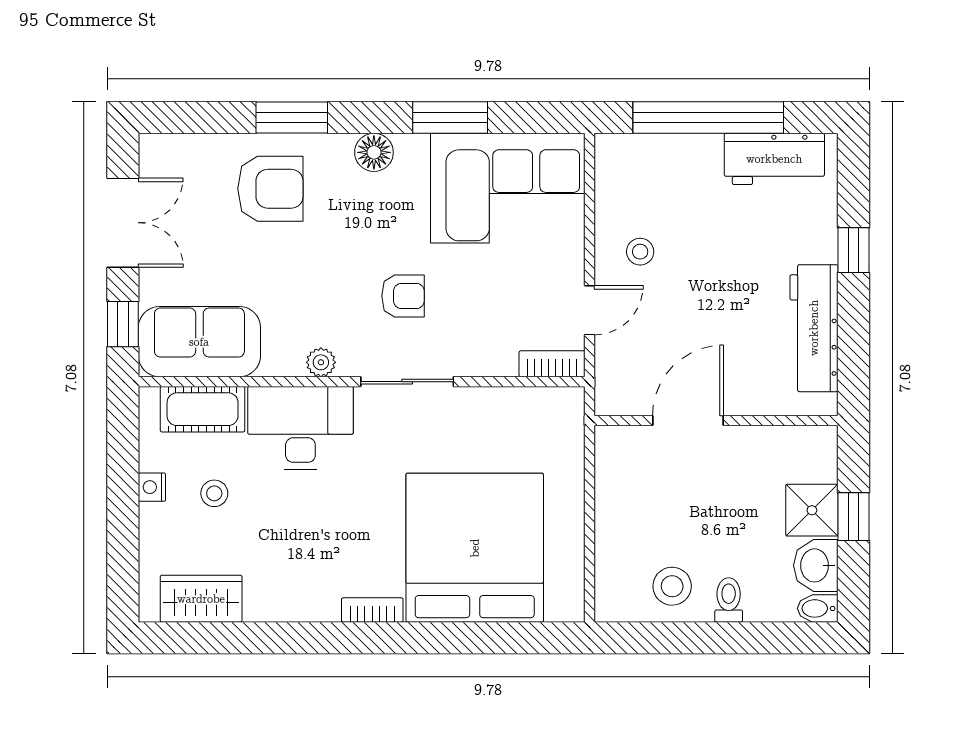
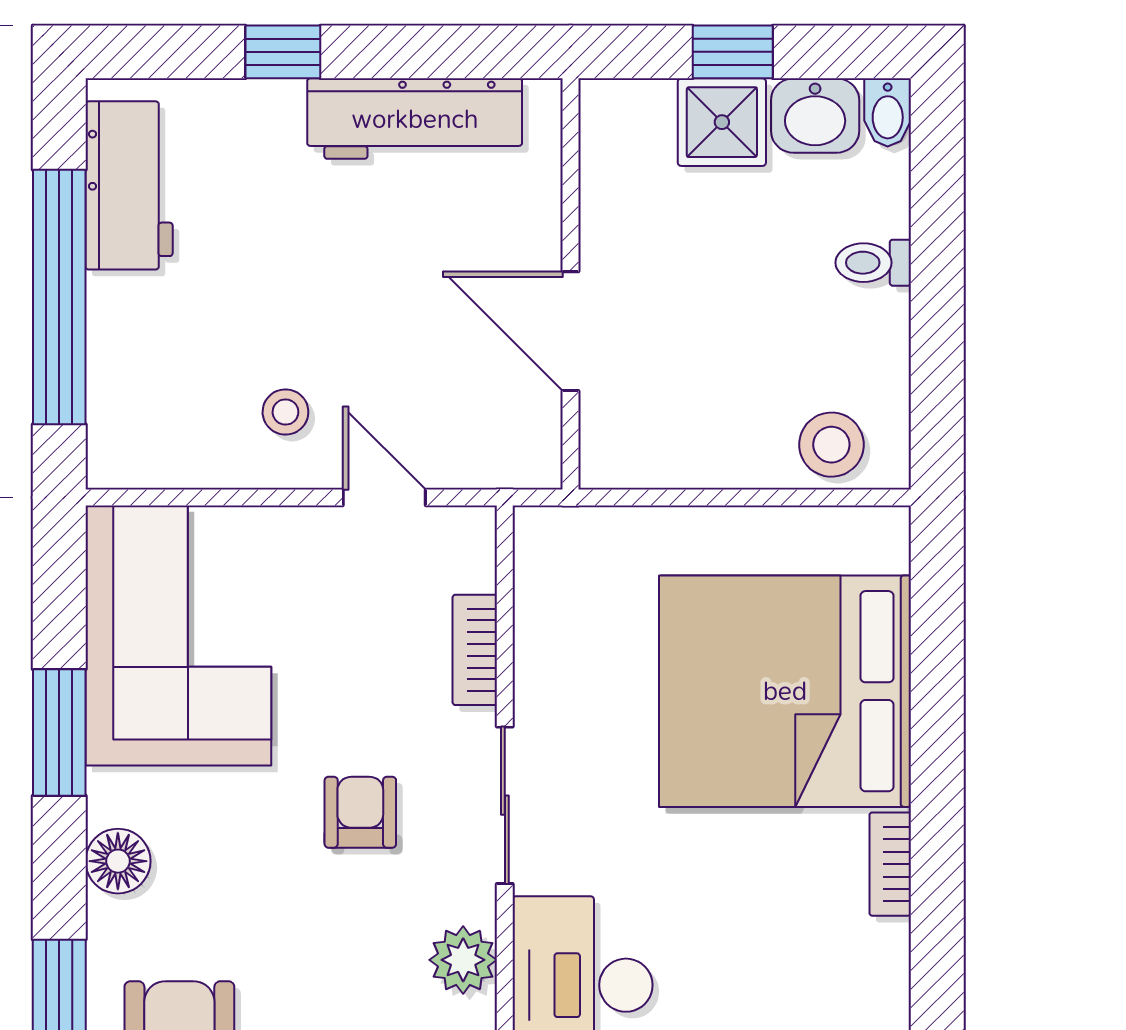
plant: (321, 362) -> (463, 960), width x1.38, depth x1.38
bookcase: (552, 364) -> (475, 650), moved
stool: (672, 586) -> (831, 445), moved

